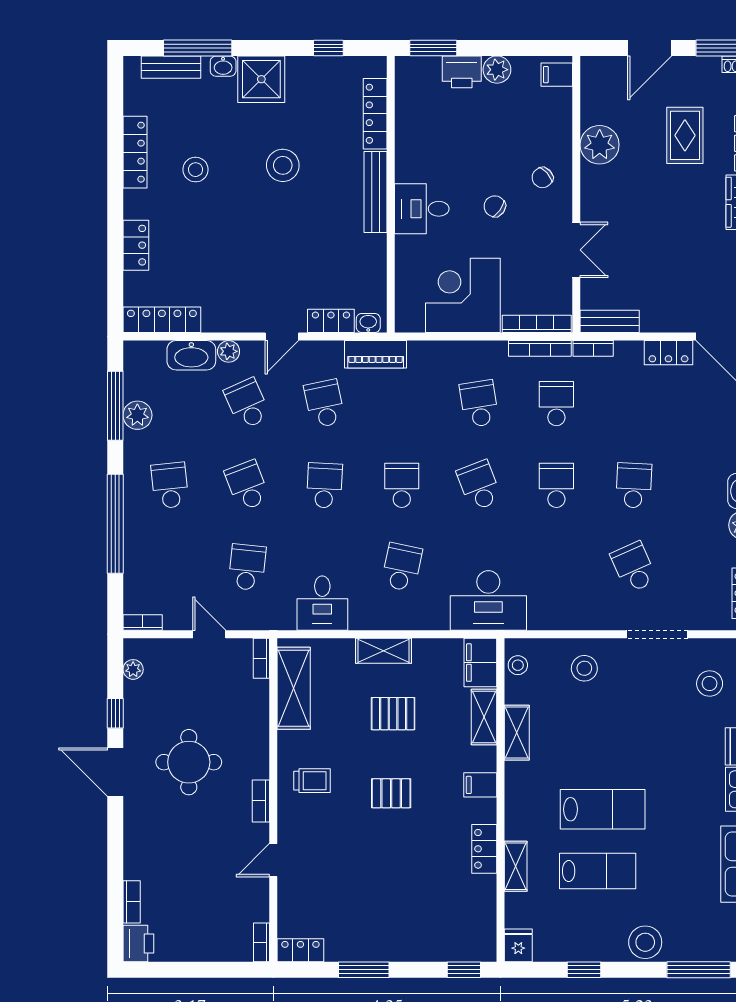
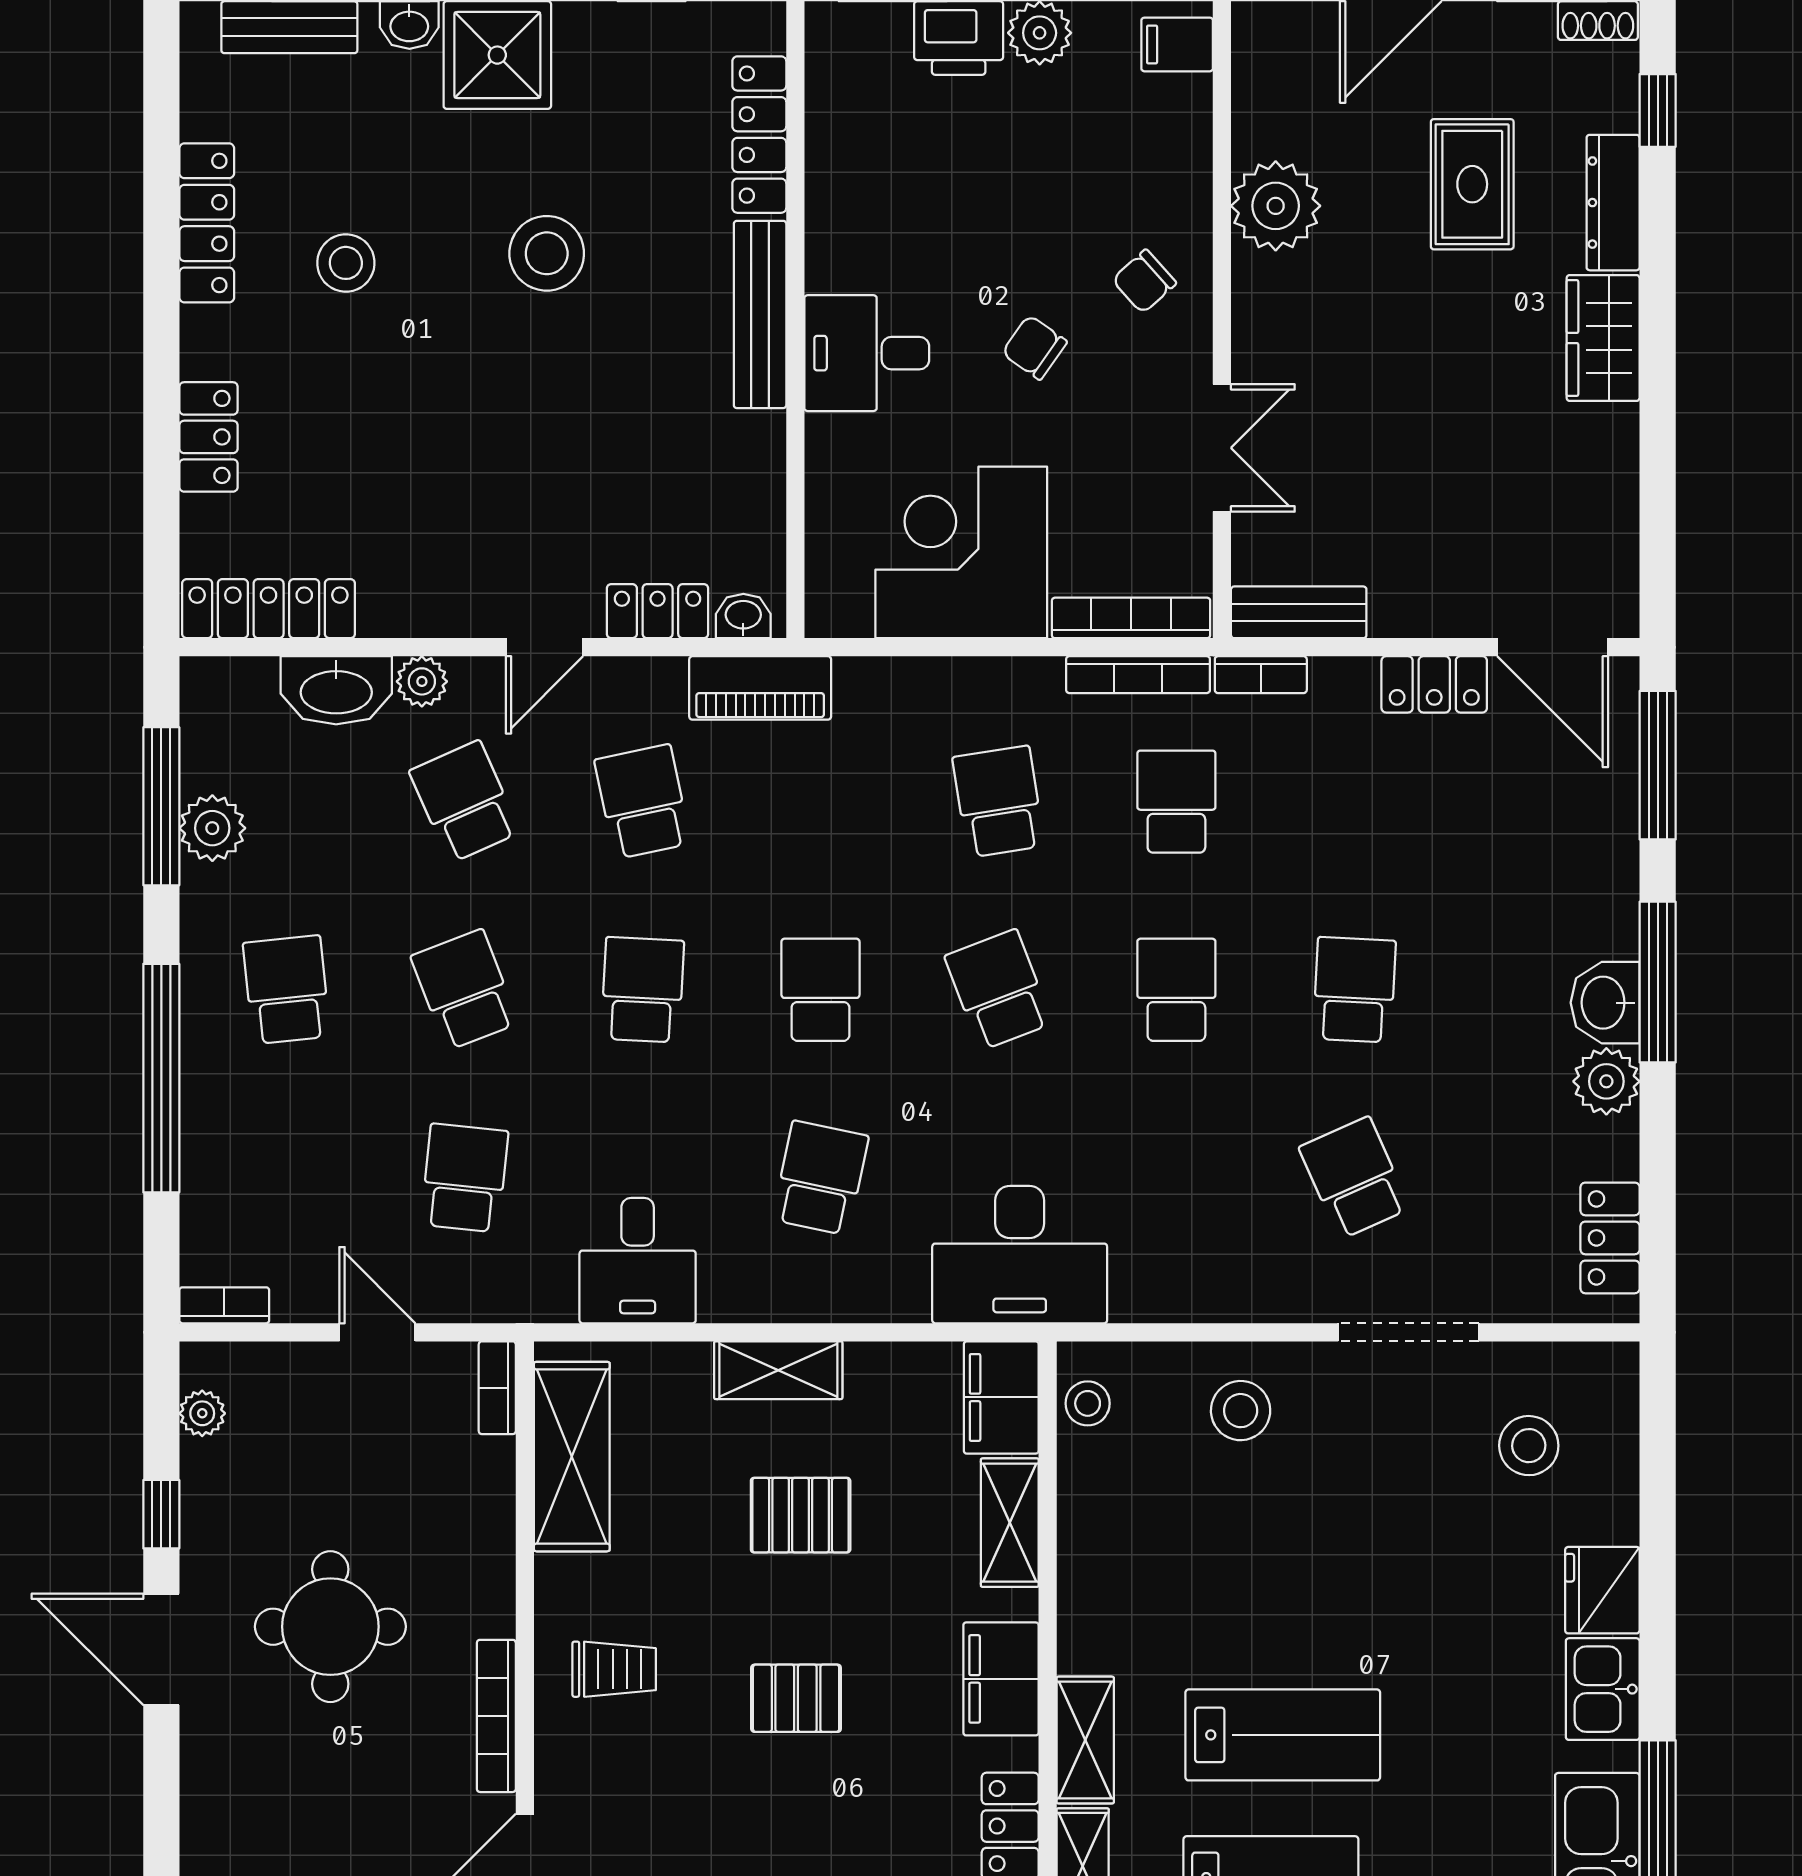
shelving: (517, 733) -> (1085, 1740), moved
filing cabinet: (480, 785) -> (1001, 1679), width x2.00
bookcase: (261, 801) -> (496, 1716), width x1.56

